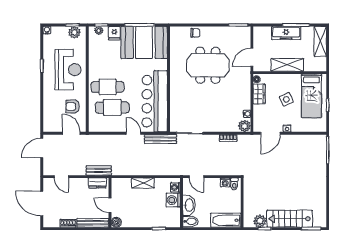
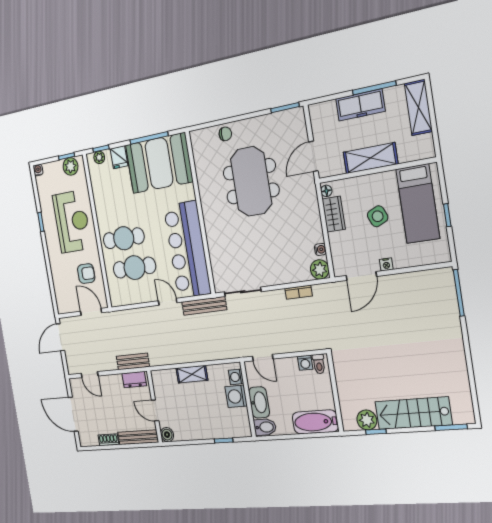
meeting table: (208, 65) -> (251, 181), turned 90
armchair: (73, 106) -> (86, 274), turned 180

